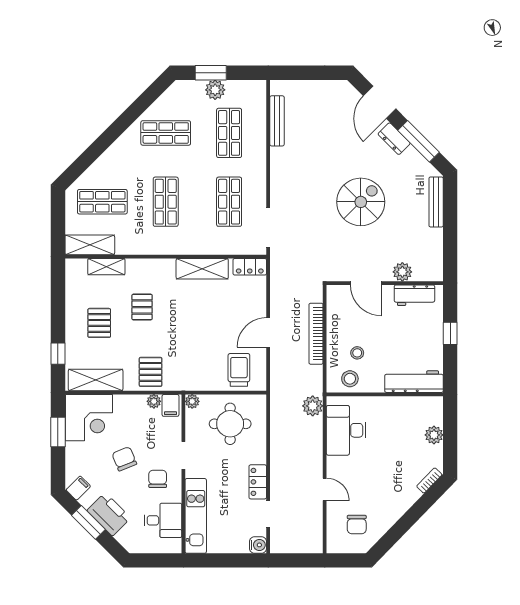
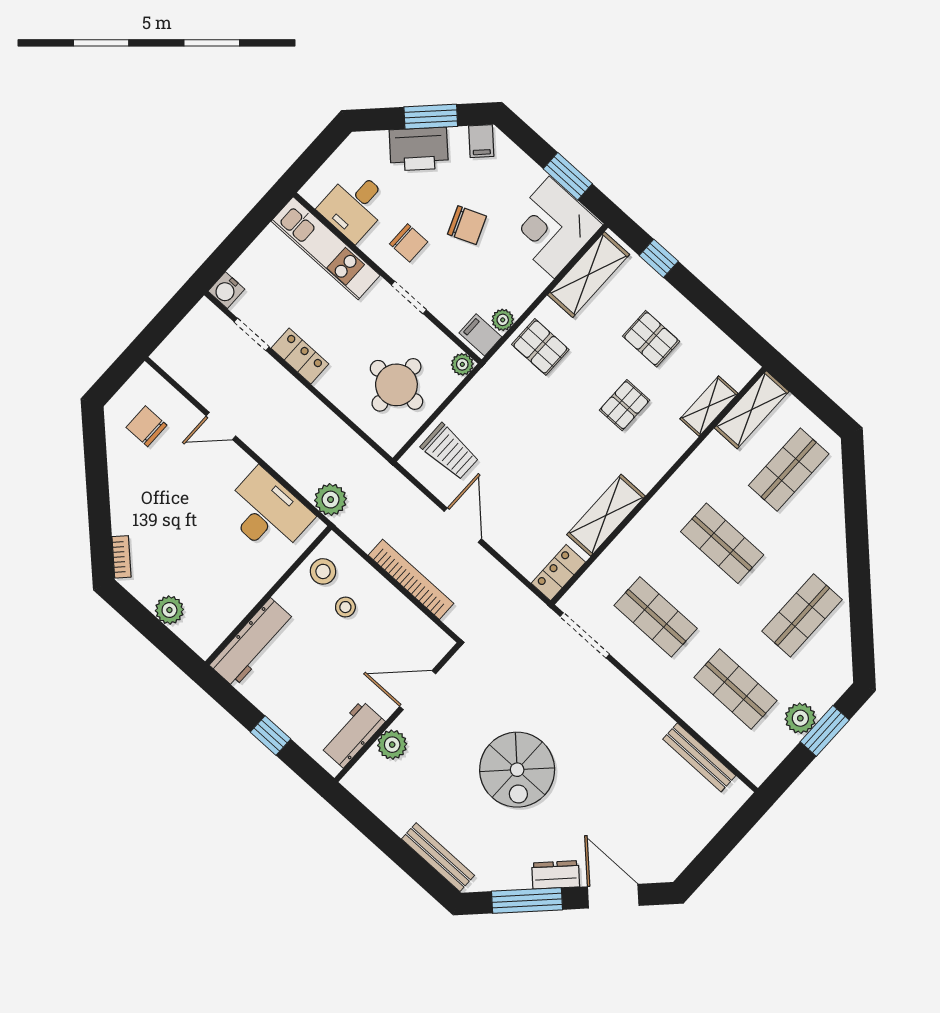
pallet: (142, 307) -> (625, 405), turned 90

